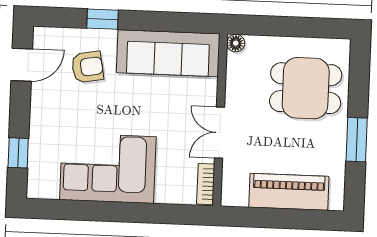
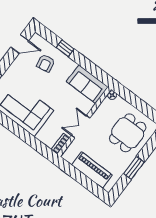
sofa: (168, 53) -> (87, 84), width x0.73
armchair: (87, 67) -> (46, 63), turned 89
dining table: (306, 88) -> (128, 133), turned 90

